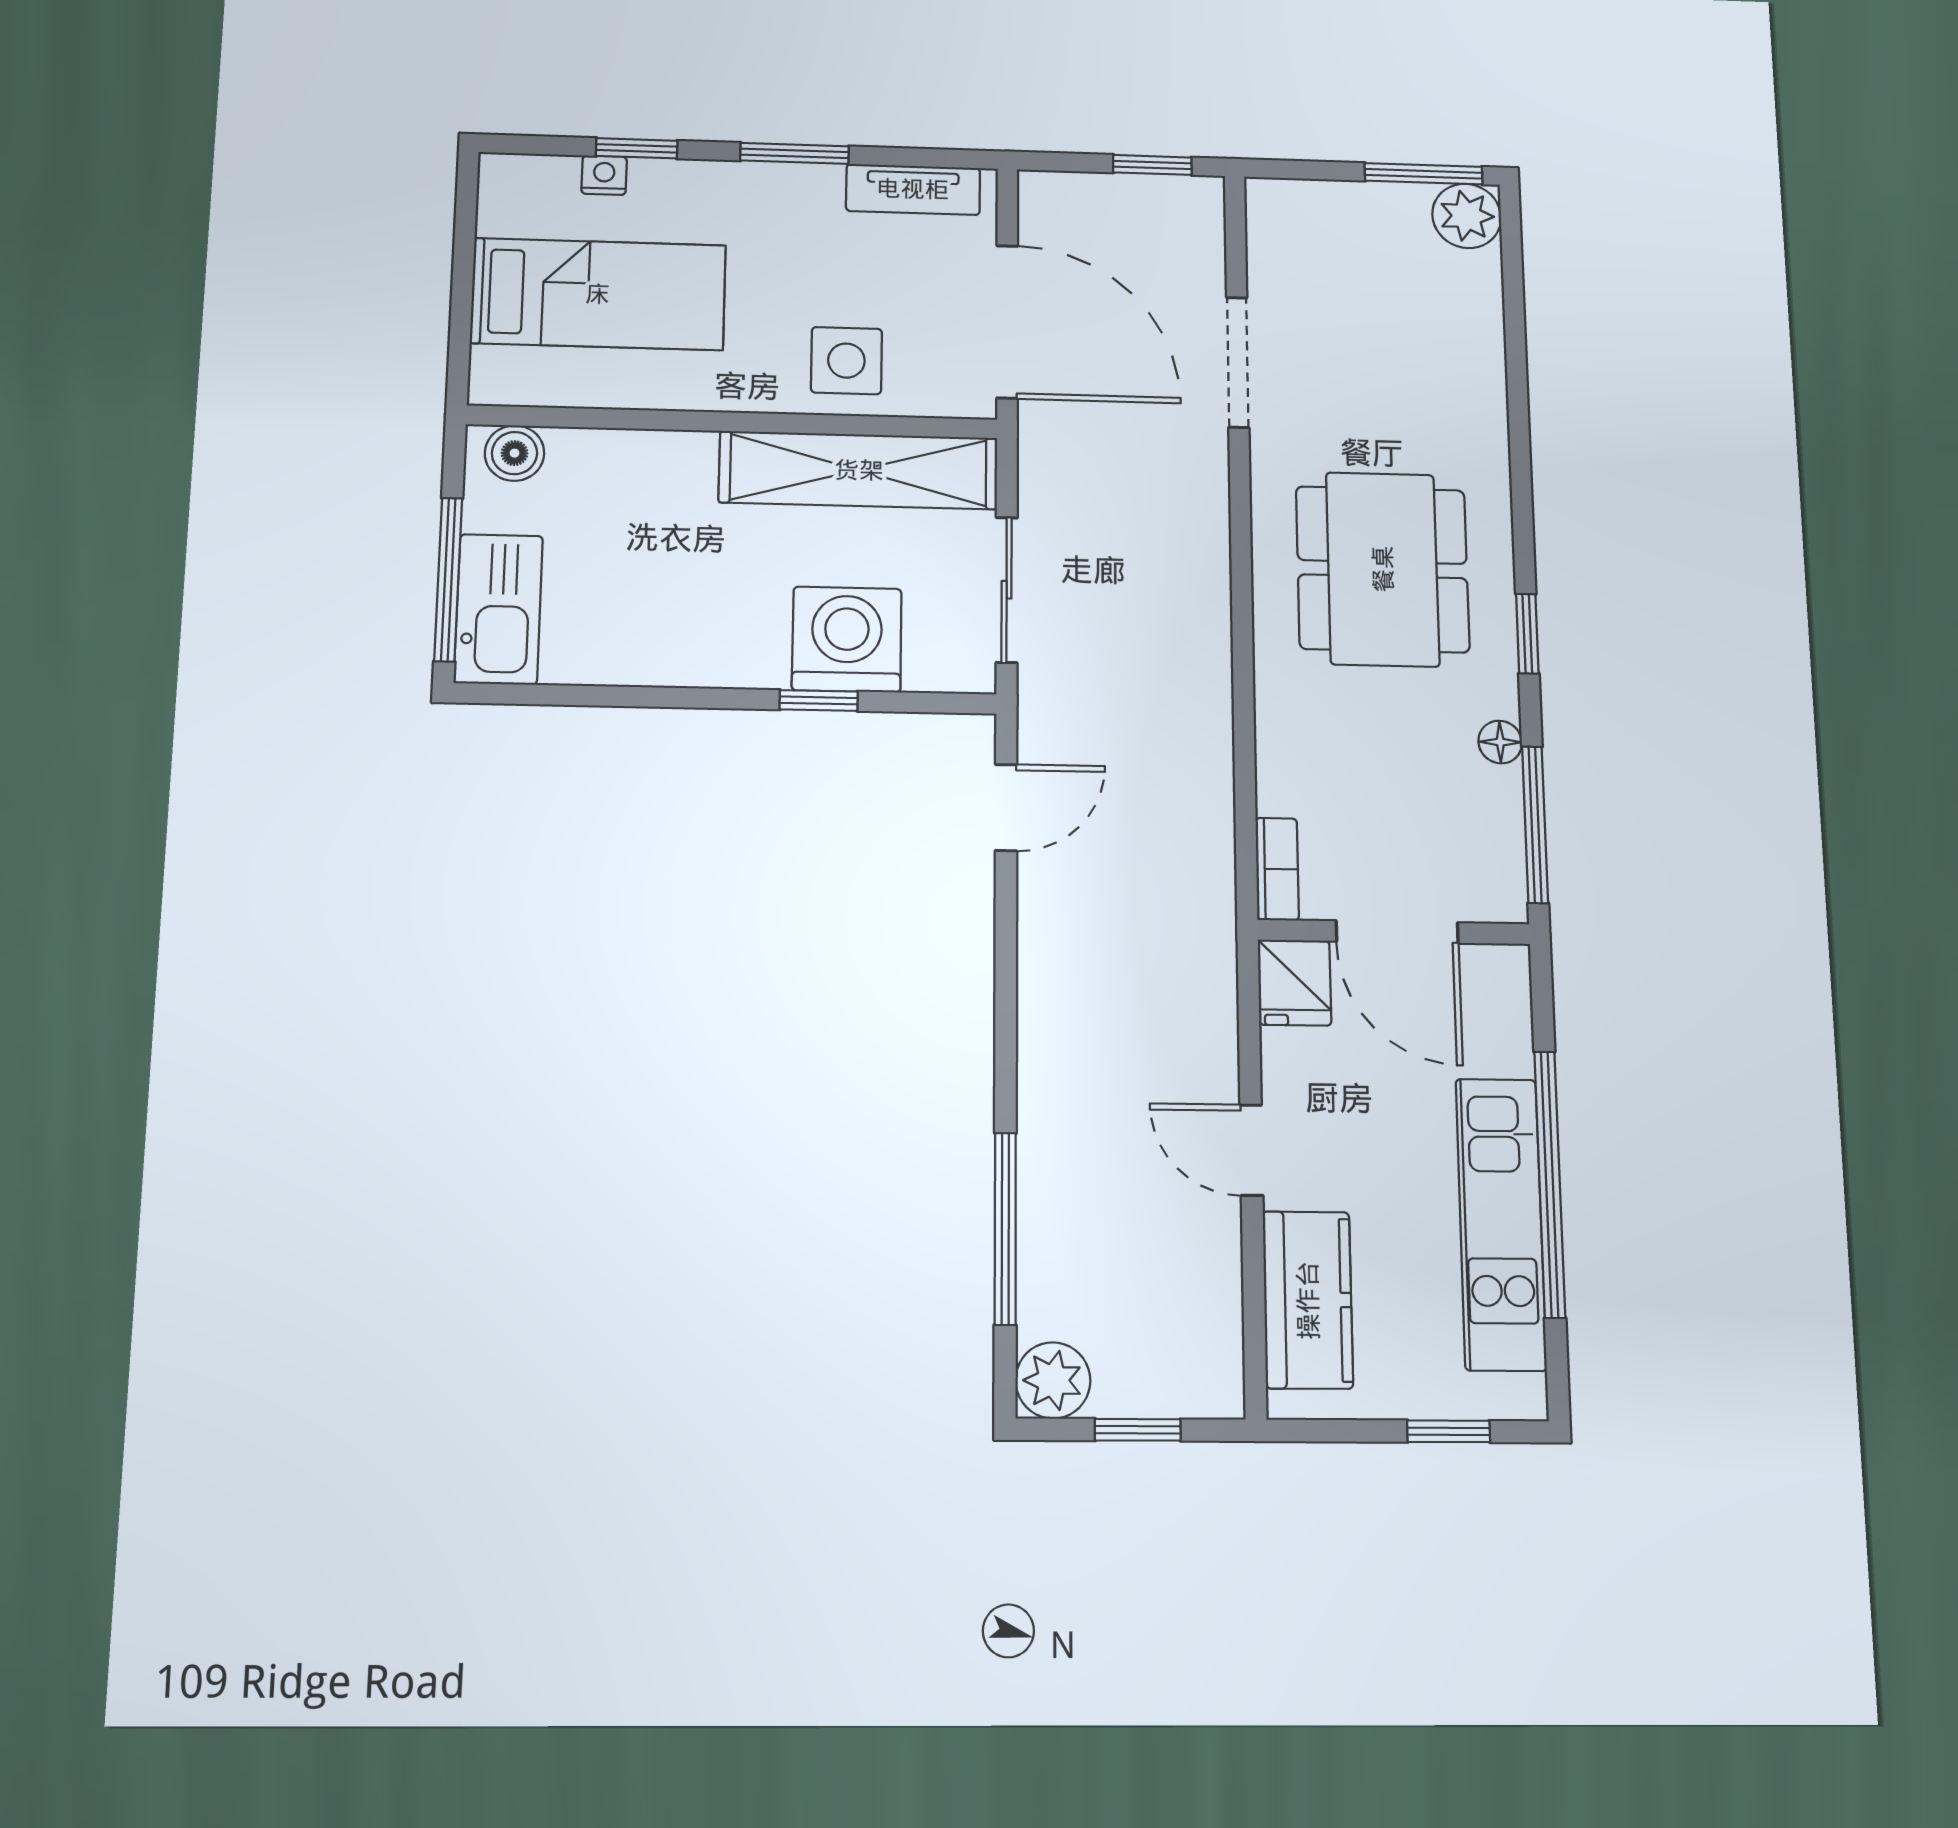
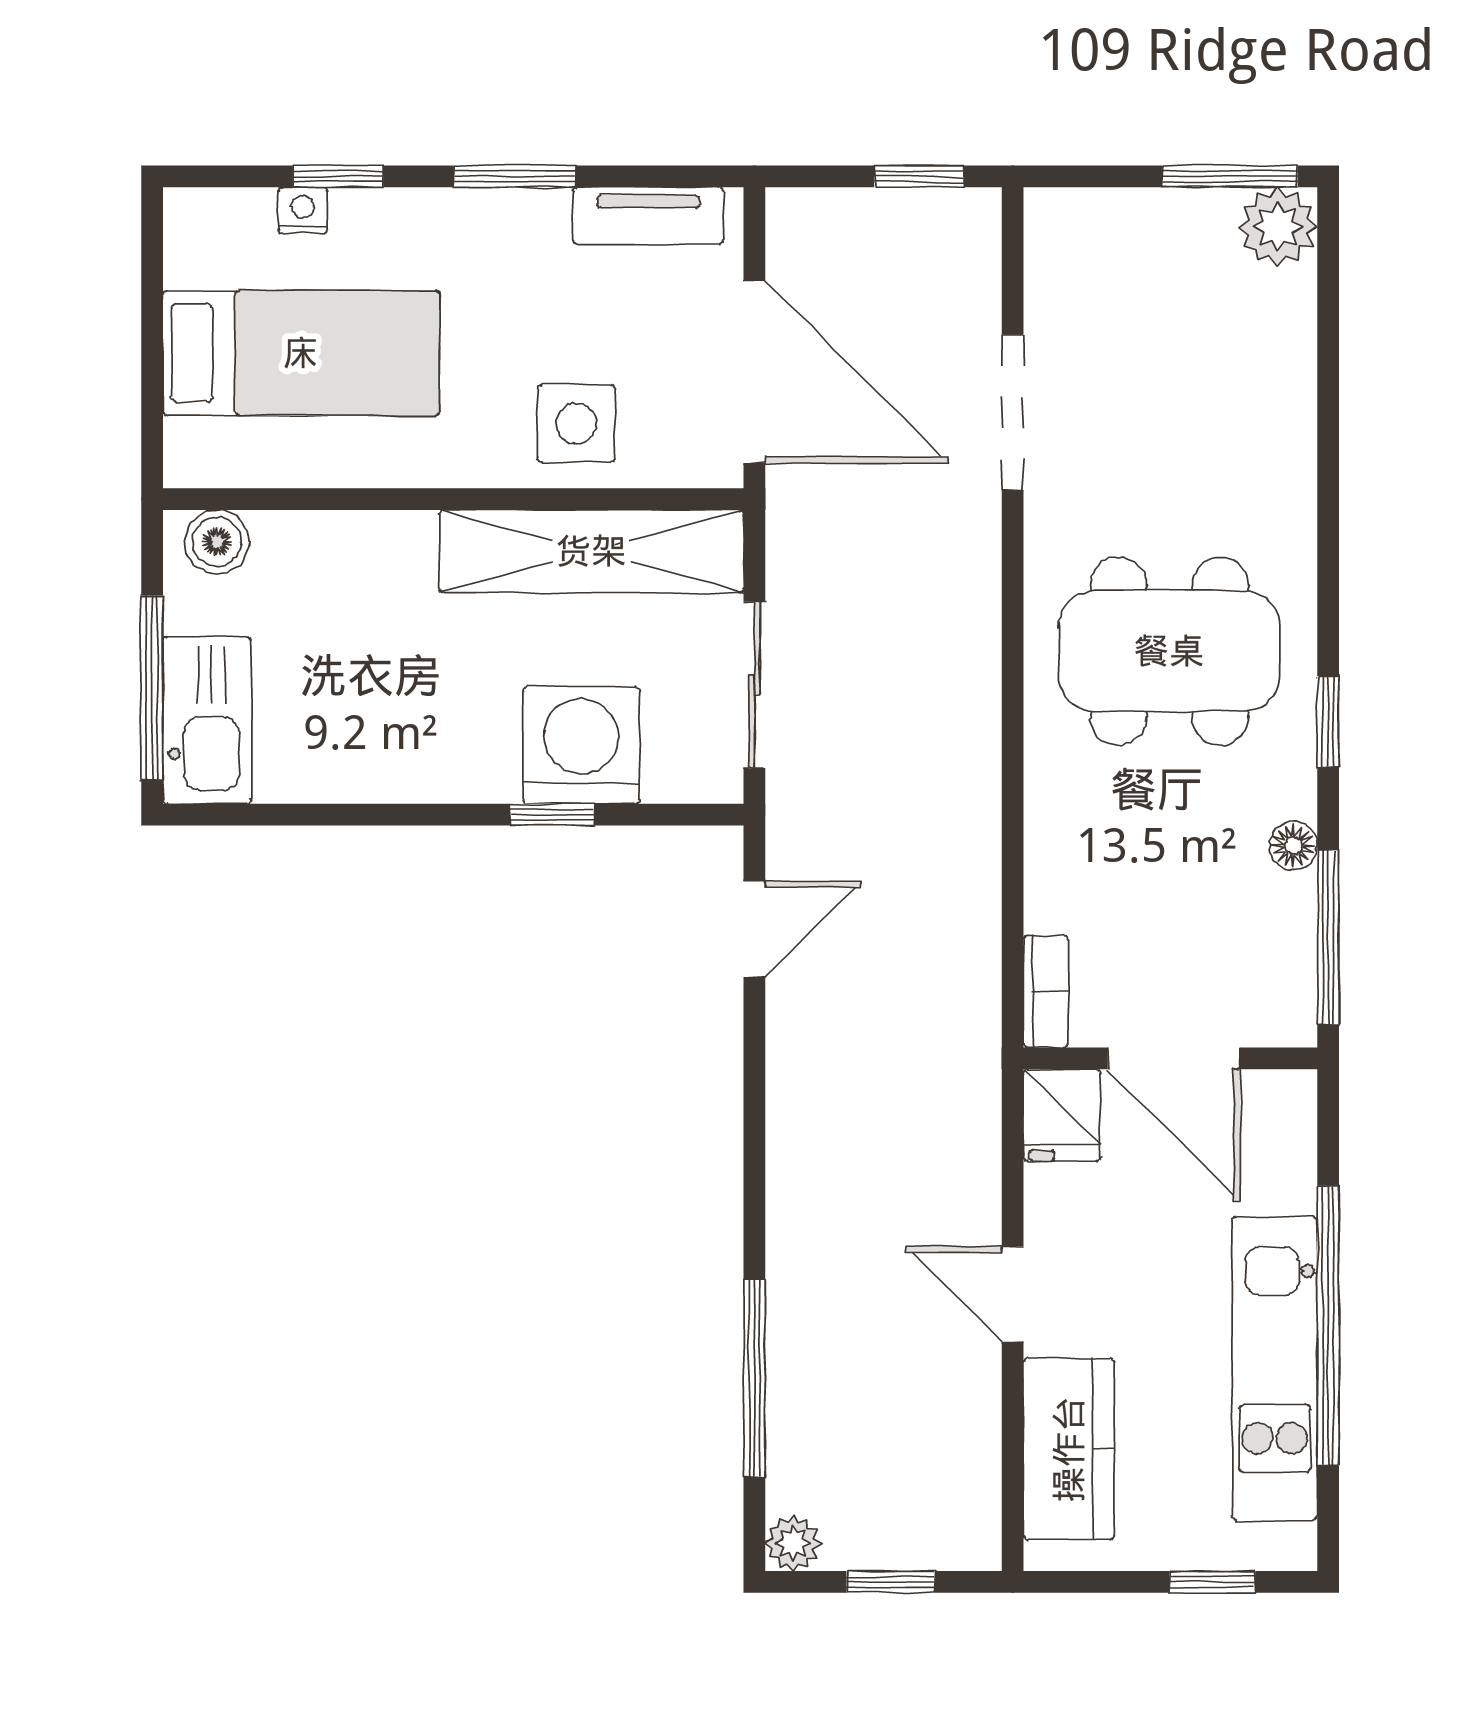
dining table: (1383, 569) -> (1169, 651), turned 90
plant: (1053, 1380) -> (793, 1543), width x0.73, depth x0.73

